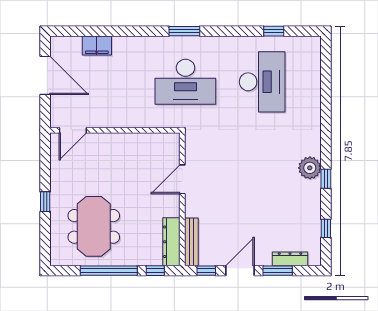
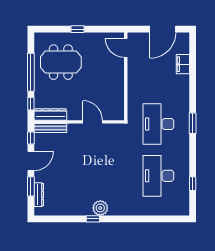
desk: (262, 82) -> (158, 176), turned 90
window: (326, 228) -> (59, 219), removed
door: (240, 271) -> (31, 161), hinge flipped

